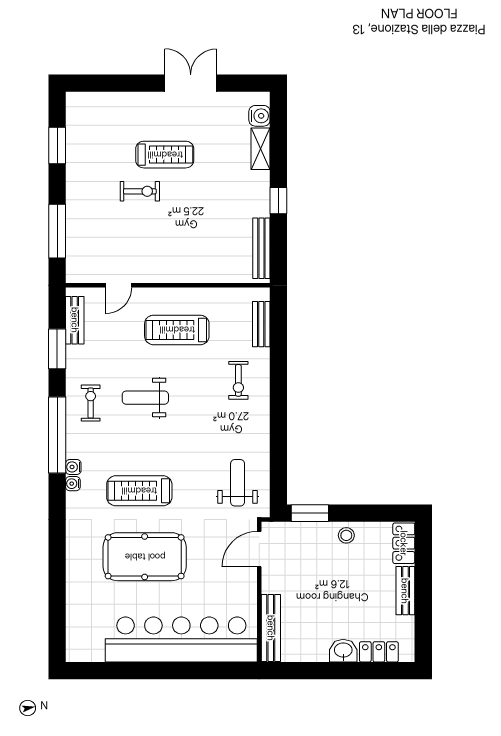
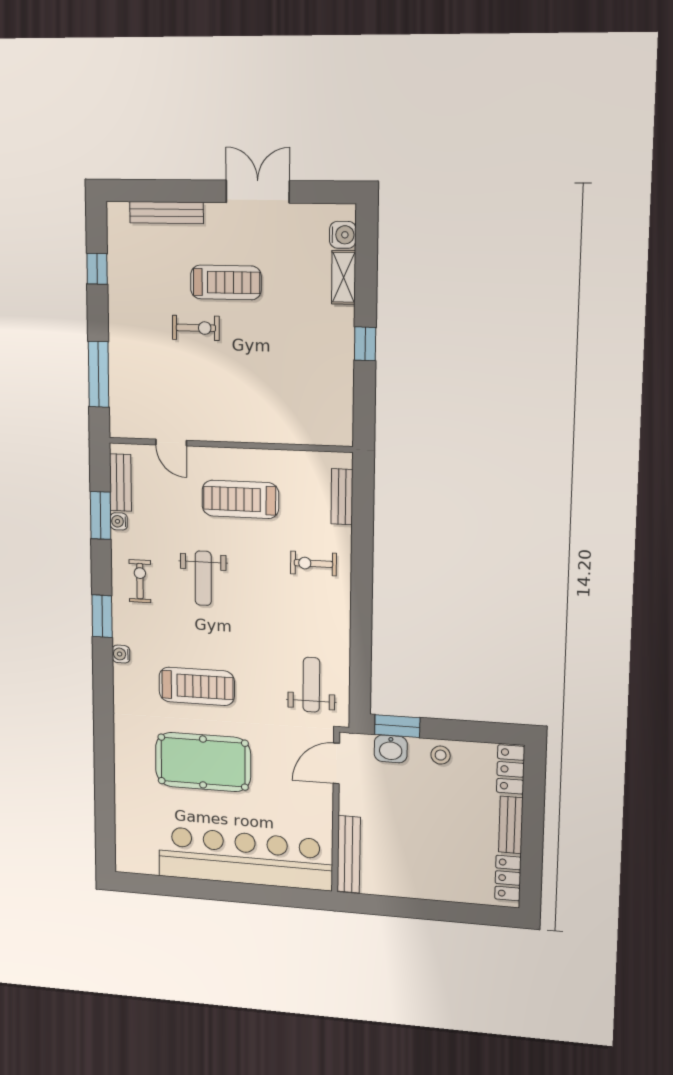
window: (57, 146) -> (97, 269), width x0.67
bench: (261, 248) -> (166, 213), moved, turned 90
door: (118, 285) -> (171, 443), hinge flipped
exercise bike: (238, 380) -> (313, 563), turned 90
weight bench: (145, 398) -> (203, 578), turned -90
window: (57, 435) -> (102, 616), width x0.47
water cooler: (73, 484) -> (119, 521), moved
treadmill: (139, 491) -> (197, 686), turned 180
washbasin: (343, 651) -> (391, 749), moved, turned 180
locker: (379, 652) -> (508, 878), moved, turned -90

